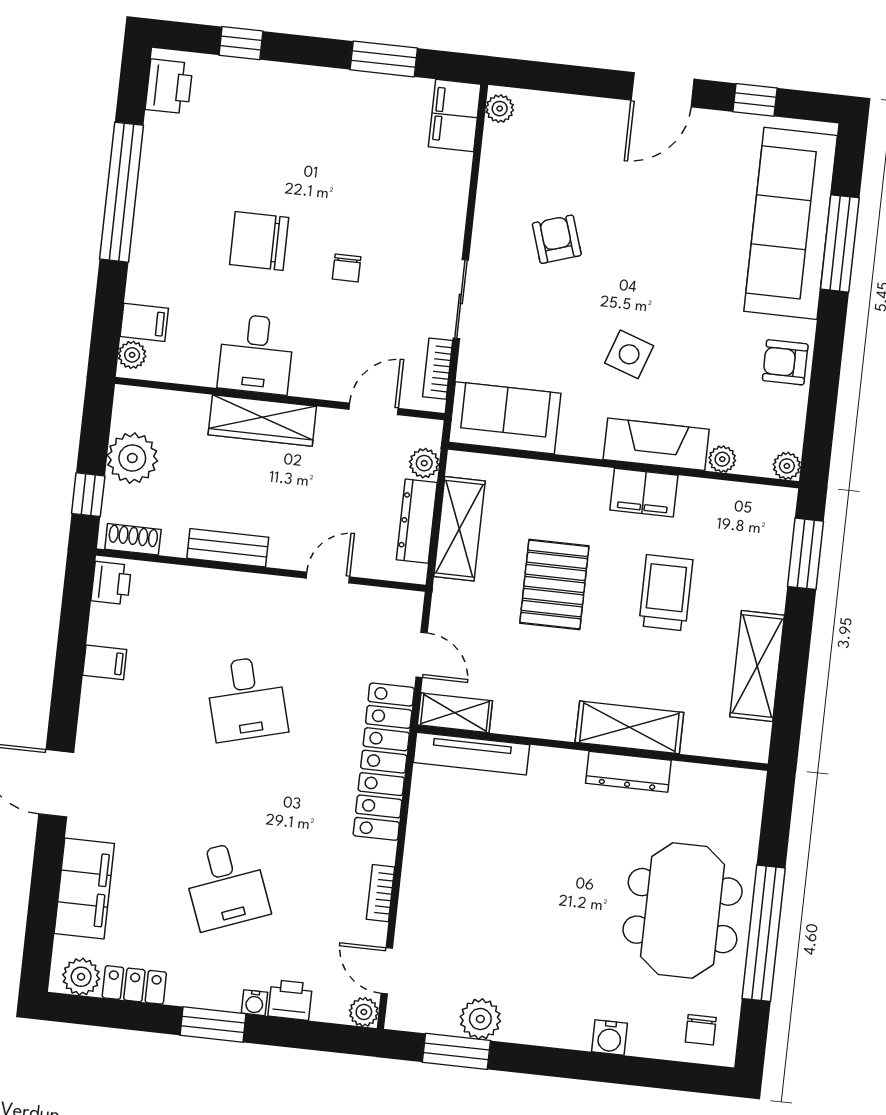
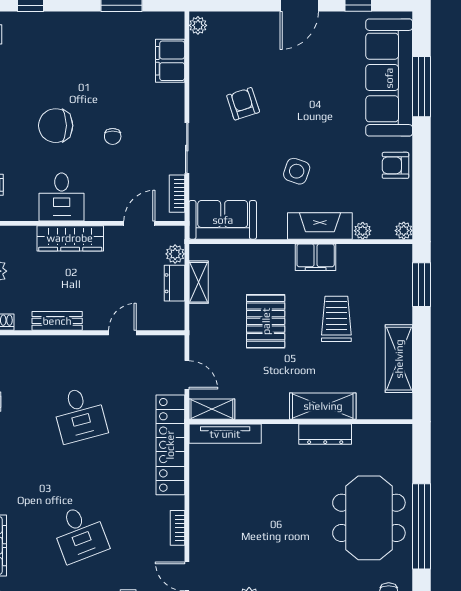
filing cabinet: (455, 116) -> (170, 61), moved
dresser: (417, 521) -> (174, 283), width x0.70
shelving: (459, 529) -> (199, 282), width x0.67, depth x0.75

